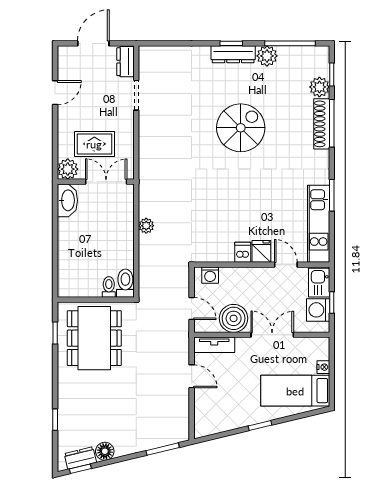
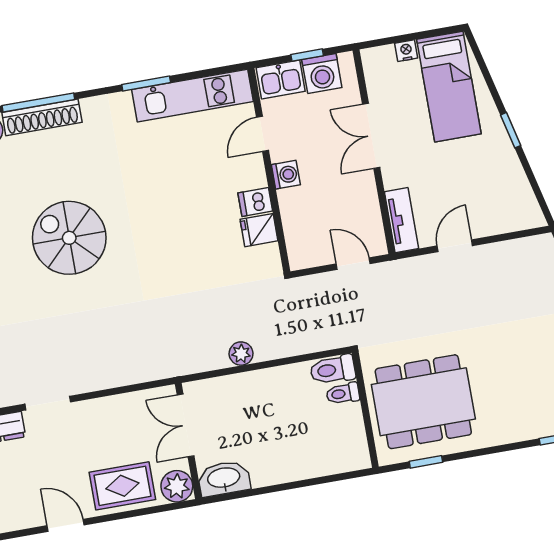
rug: (94, 144) -> (122, 486), moved, turned 90
fridge: (261, 251) -> (259, 230), moved
washing machine: (210, 275) -> (286, 175), moved
door: (192, 309) -> (353, 264), hinge flipped
boiler: (234, 318) -> (357, 198), removed

